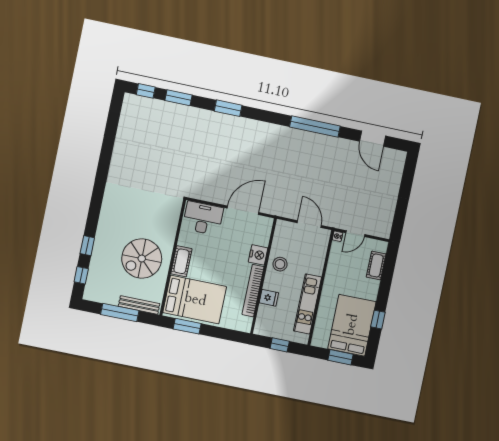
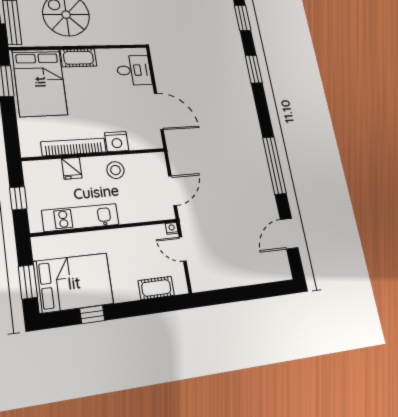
desk: (203, 218) -> (134, 70), width x0.73

